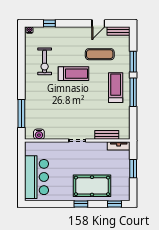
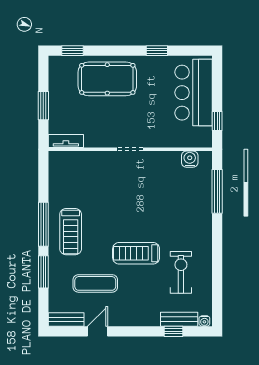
bench: (107, 135) -> (179, 319), moved
window: (21, 159) -> (217, 121), added
window: (81, 204) -> (157, 51), moved

